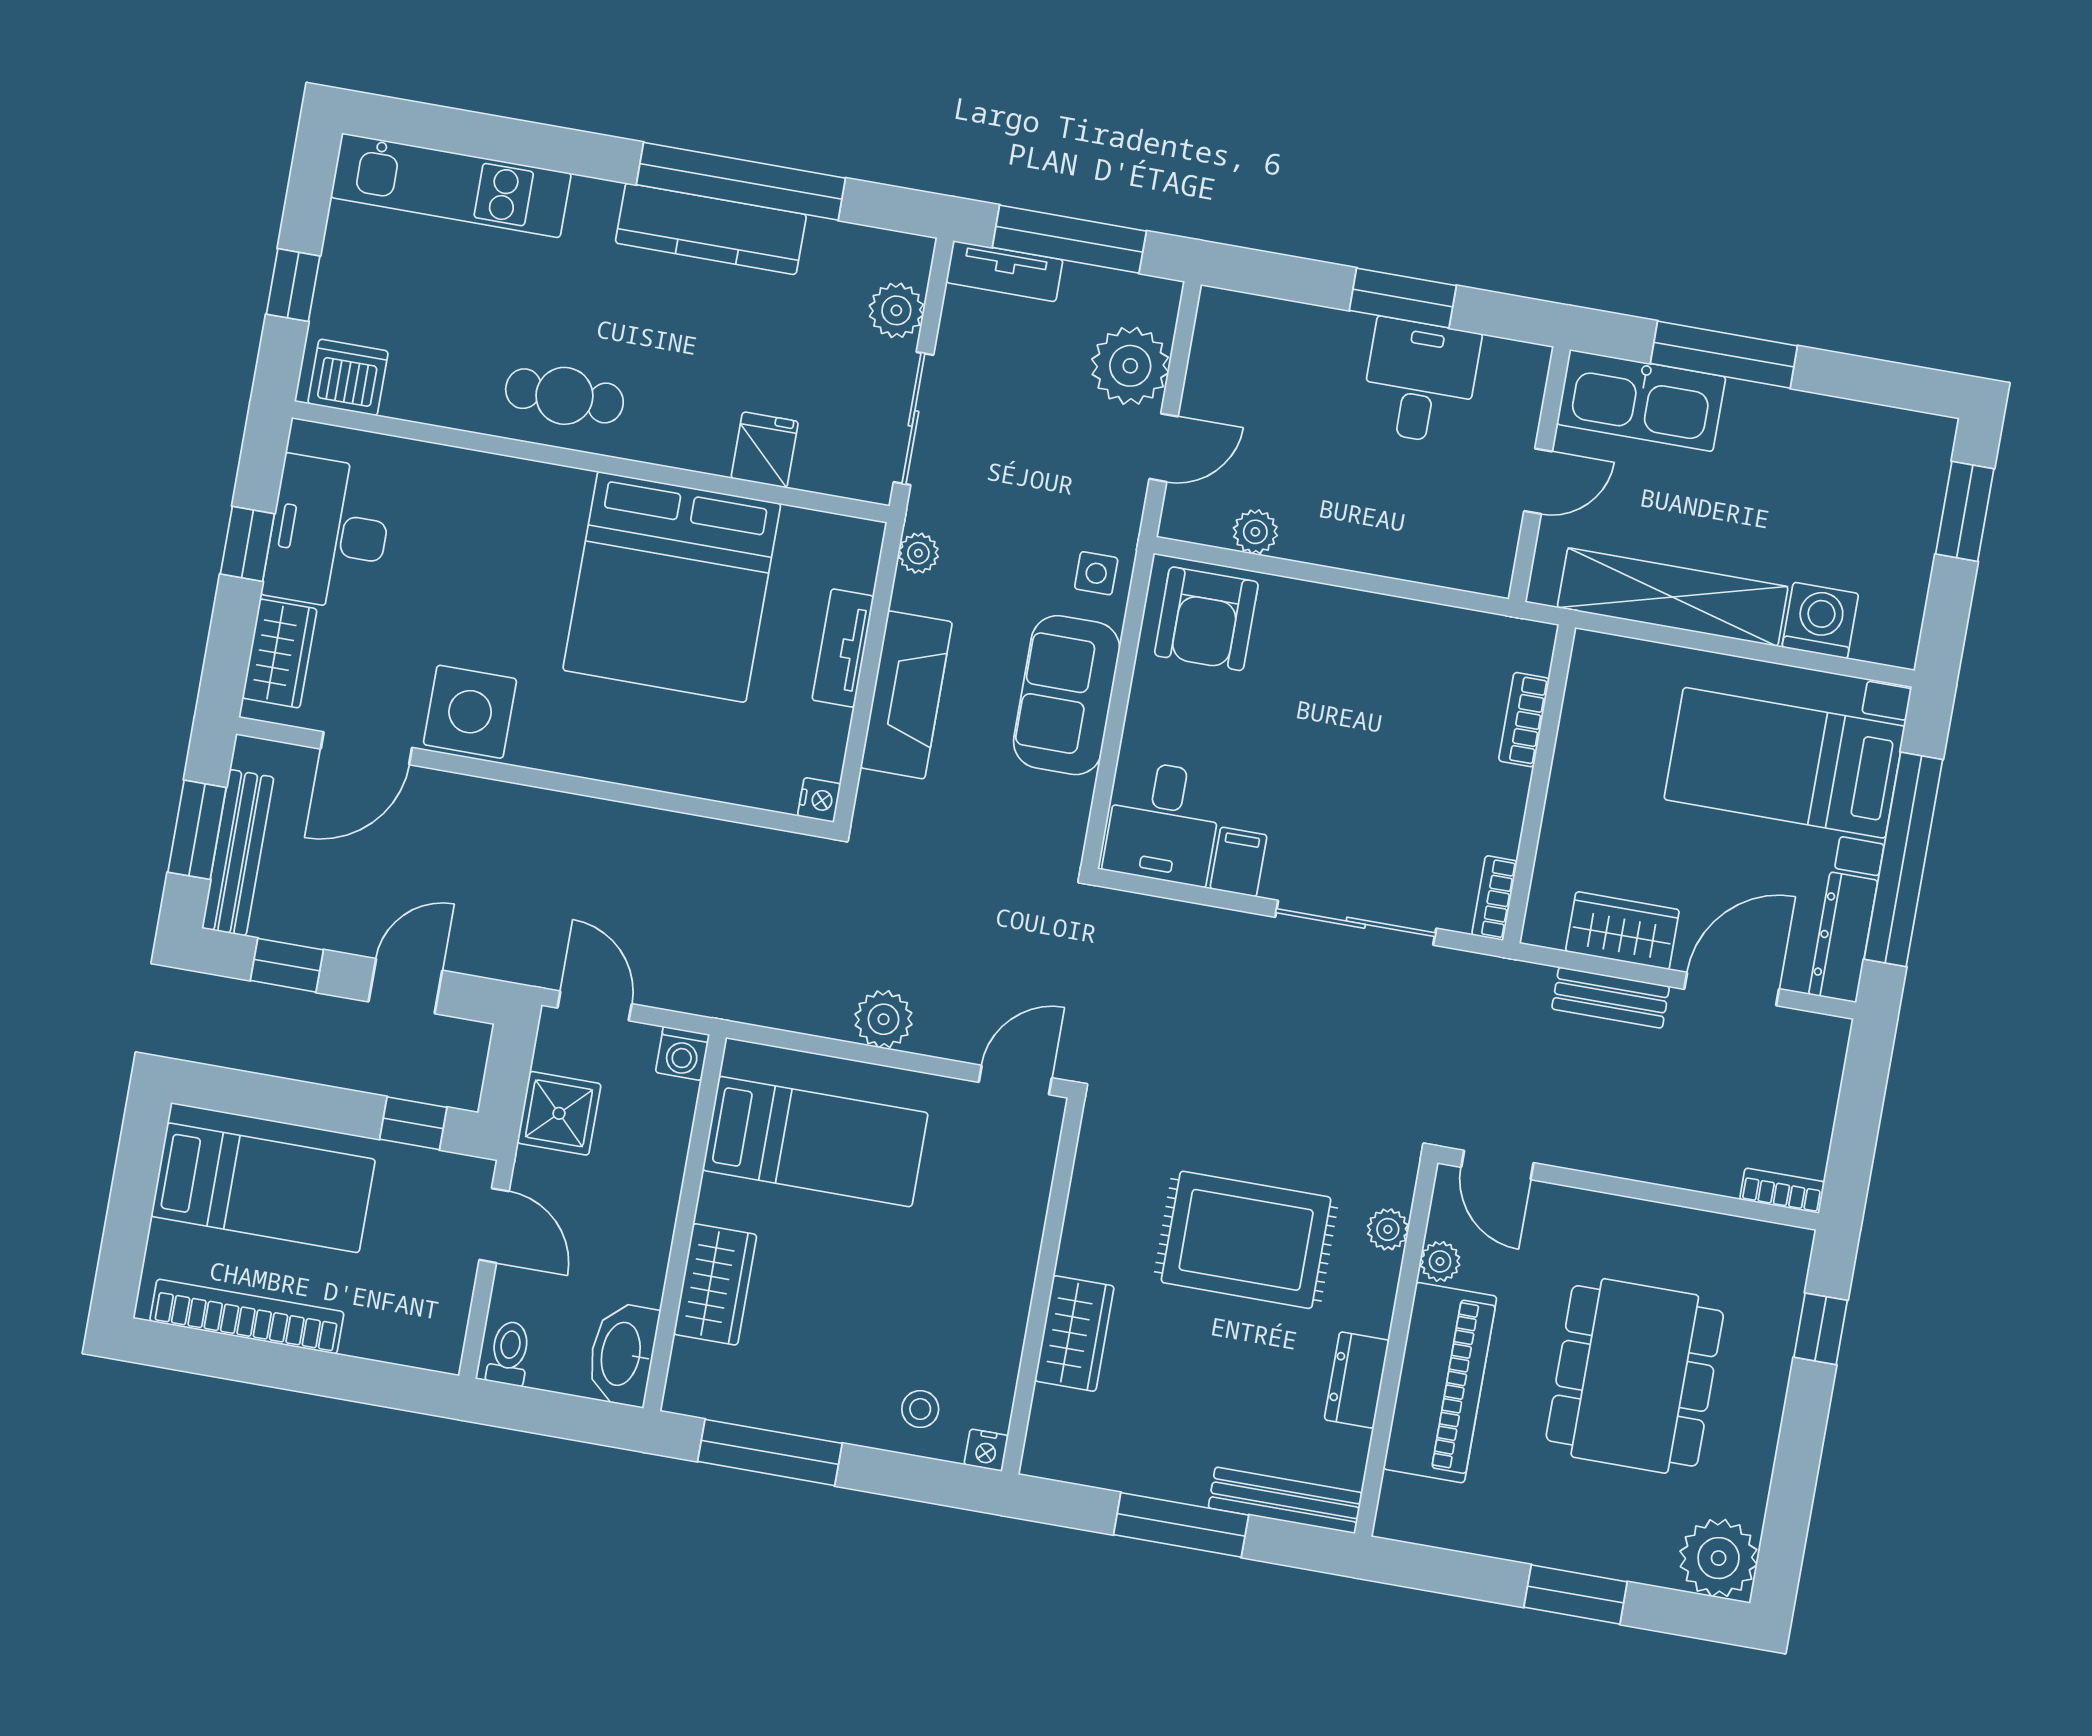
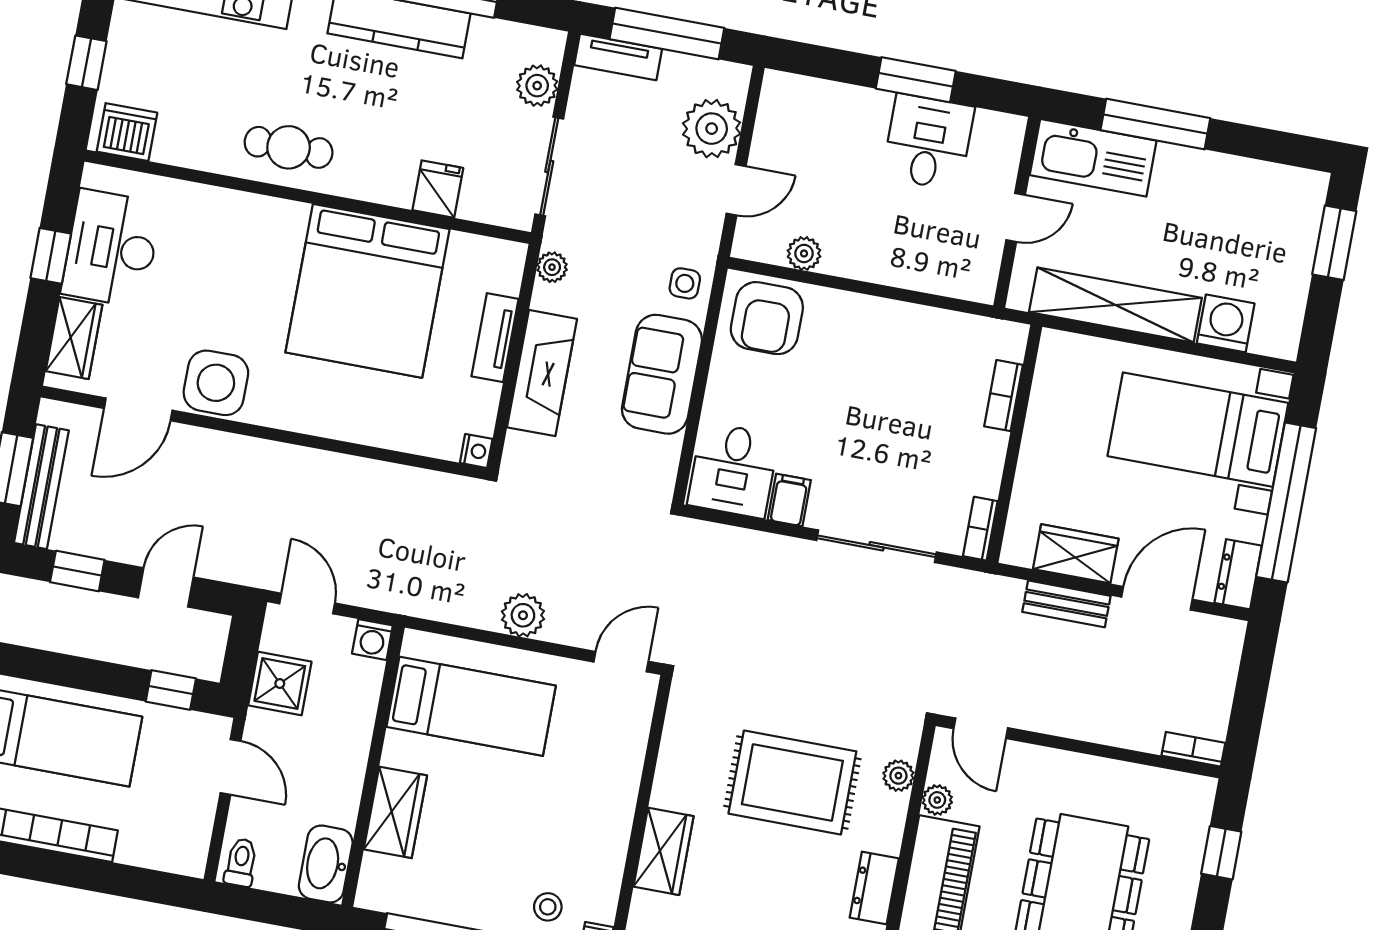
dresser: (1843, 937) -> (1238, 574), width x0.70

